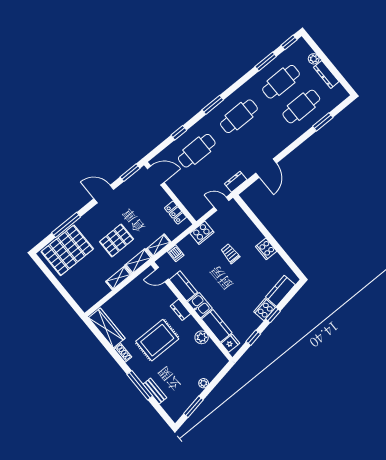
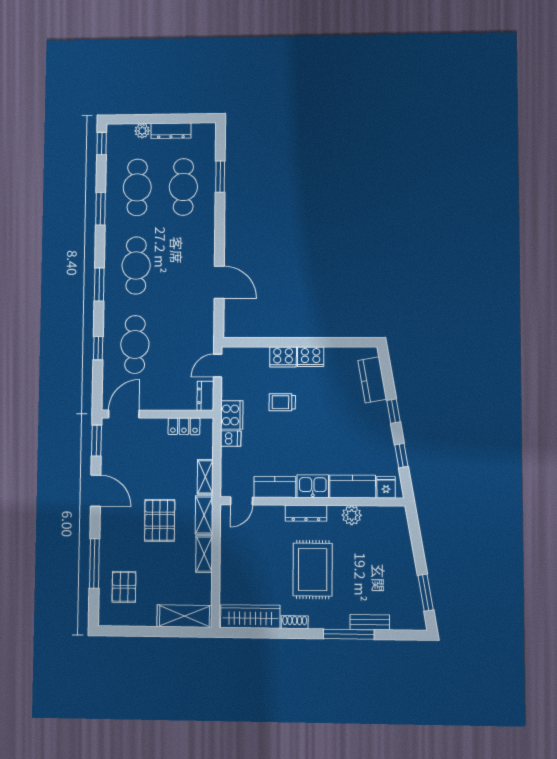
window: (266, 62) -> (100, 209), moved
dresser: (236, 182) -> (205, 396), moved
door: (104, 194) -> (96, 491), swing flipped
pallet: (67, 250) -> (124, 587), width x0.49, depth x0.50
dishwasher: (176, 253) -> (231, 439), moved
shelving: (79, 294) -> (184, 616), added
dresser: (180, 310) -> (306, 513), width x1.44
cooker: (265, 310) -> (283, 357), moved, turned -80
plant: (204, 383) -> (407, 557), removed

